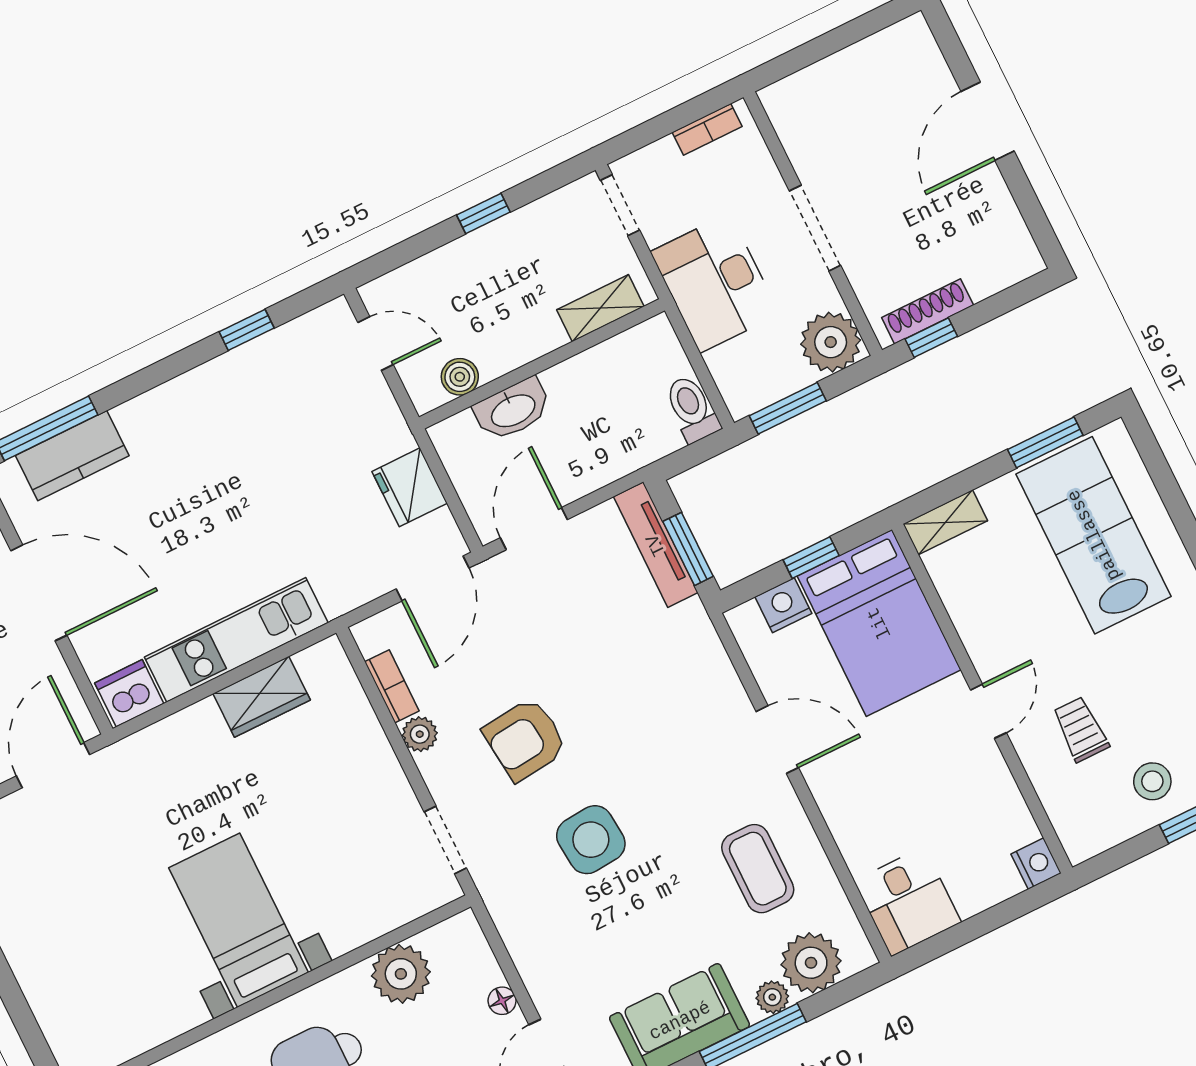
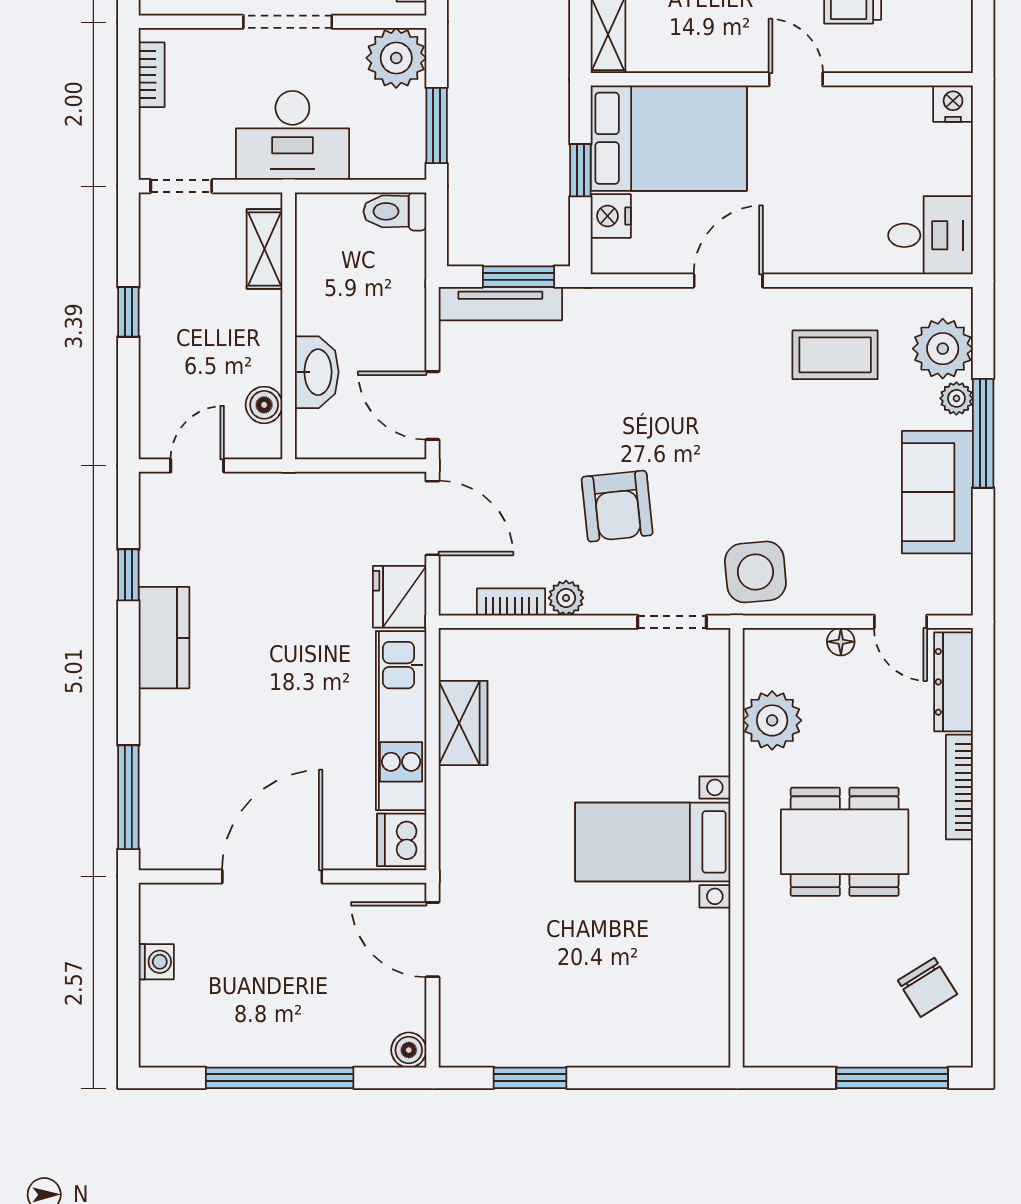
kitchen counter: (72, 456) -> (164, 638), moved
fridge: (410, 487) -> (400, 597), moved, turned 90
side table: (591, 840) -> (755, 572), moved

